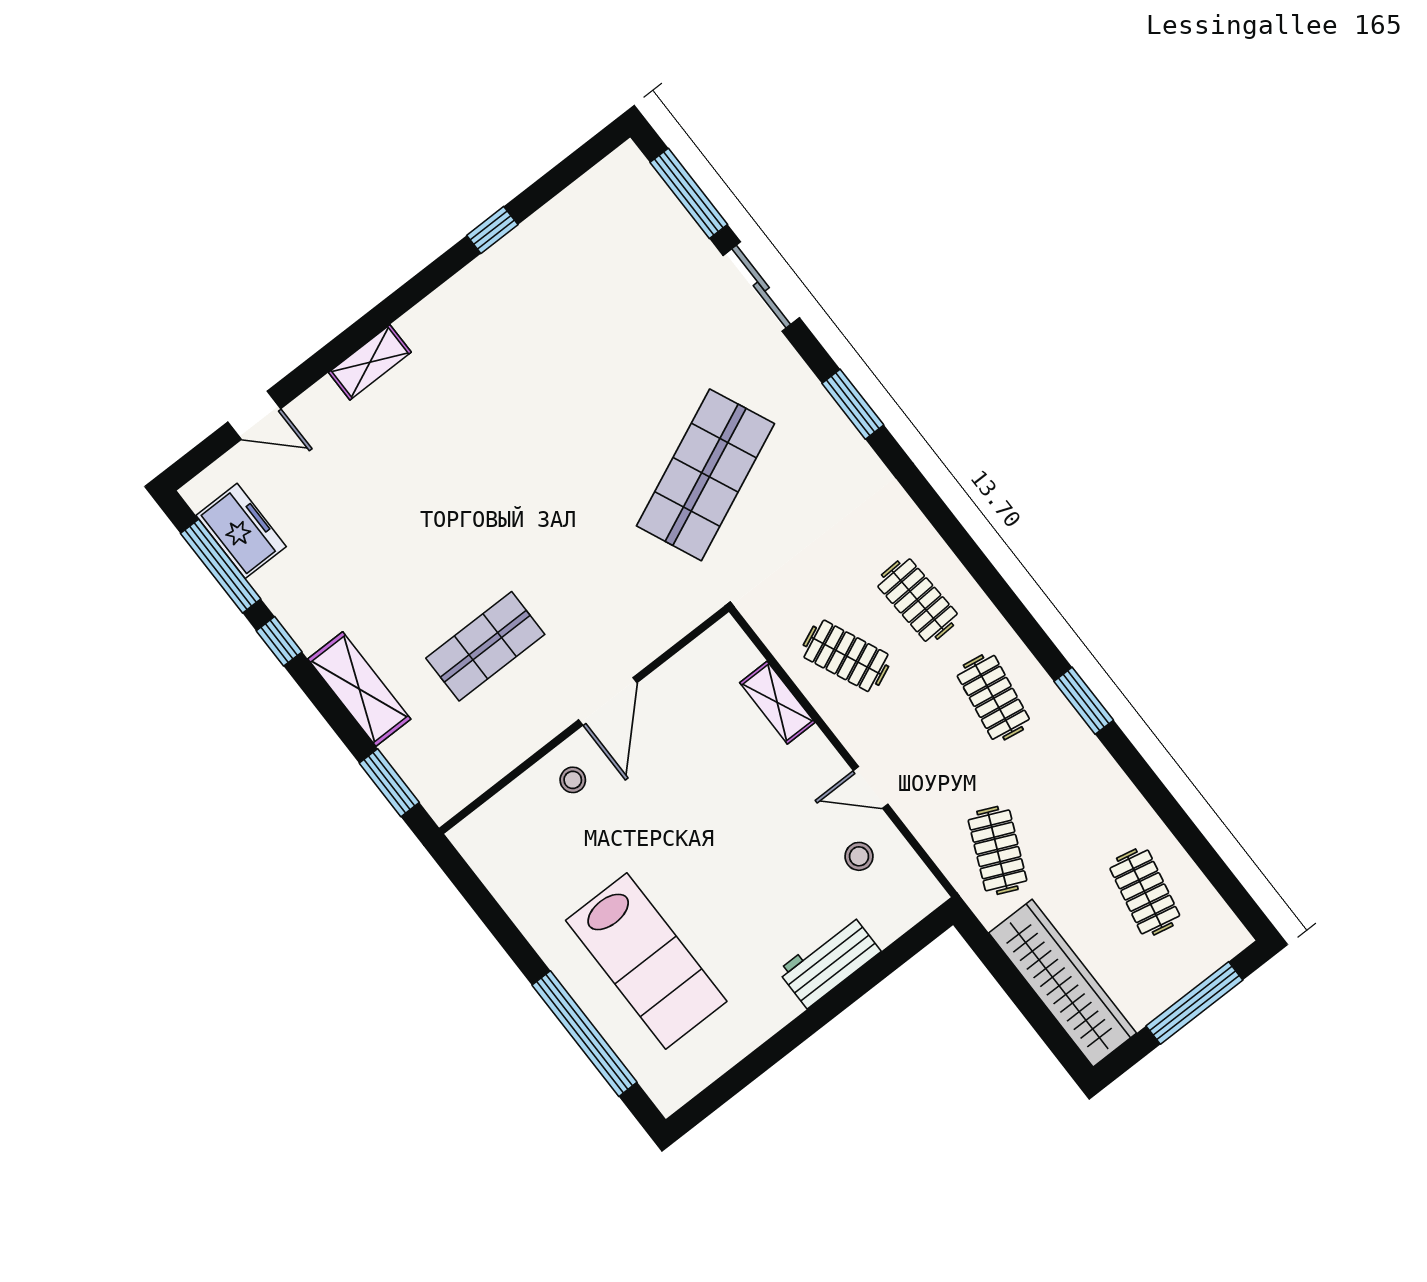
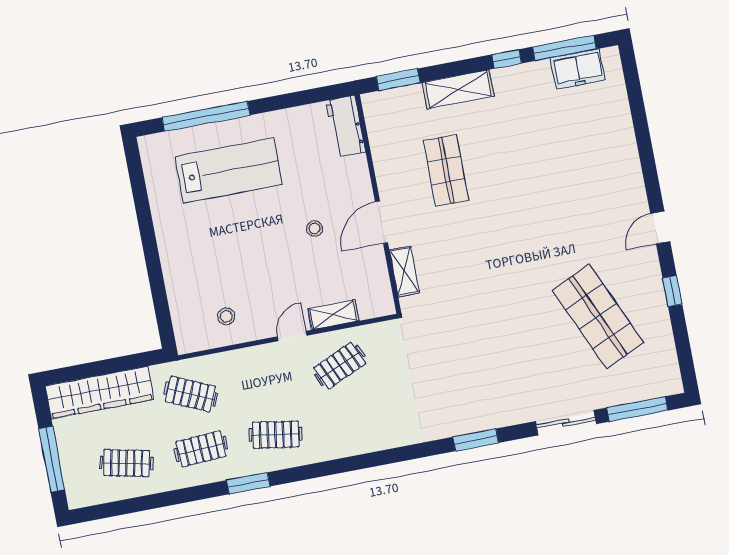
shelving: (370, 362) -> (404, 271), moved
door: (254, 415) -> (660, 228), moved
shop shelf: (706, 475) -> (598, 317), moved
clothes rail: (918, 600) -> (201, 449), moved
door: (608, 701) -> (382, 222), hinge flipped
stool: (573, 780) -> (315, 228), moved
door: (871, 787) -> (292, 336), moved
lab bench: (646, 961) -> (228, 170), turned 180
workbench: (829, 961) -> (346, 126), moved, turned 180

